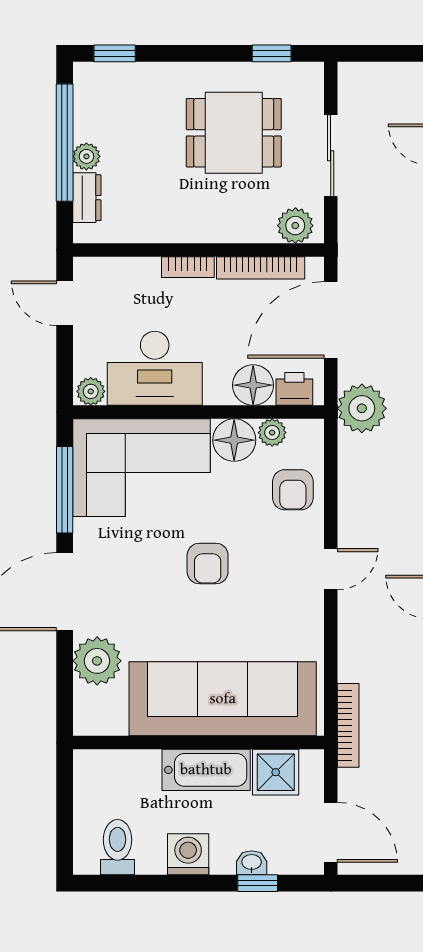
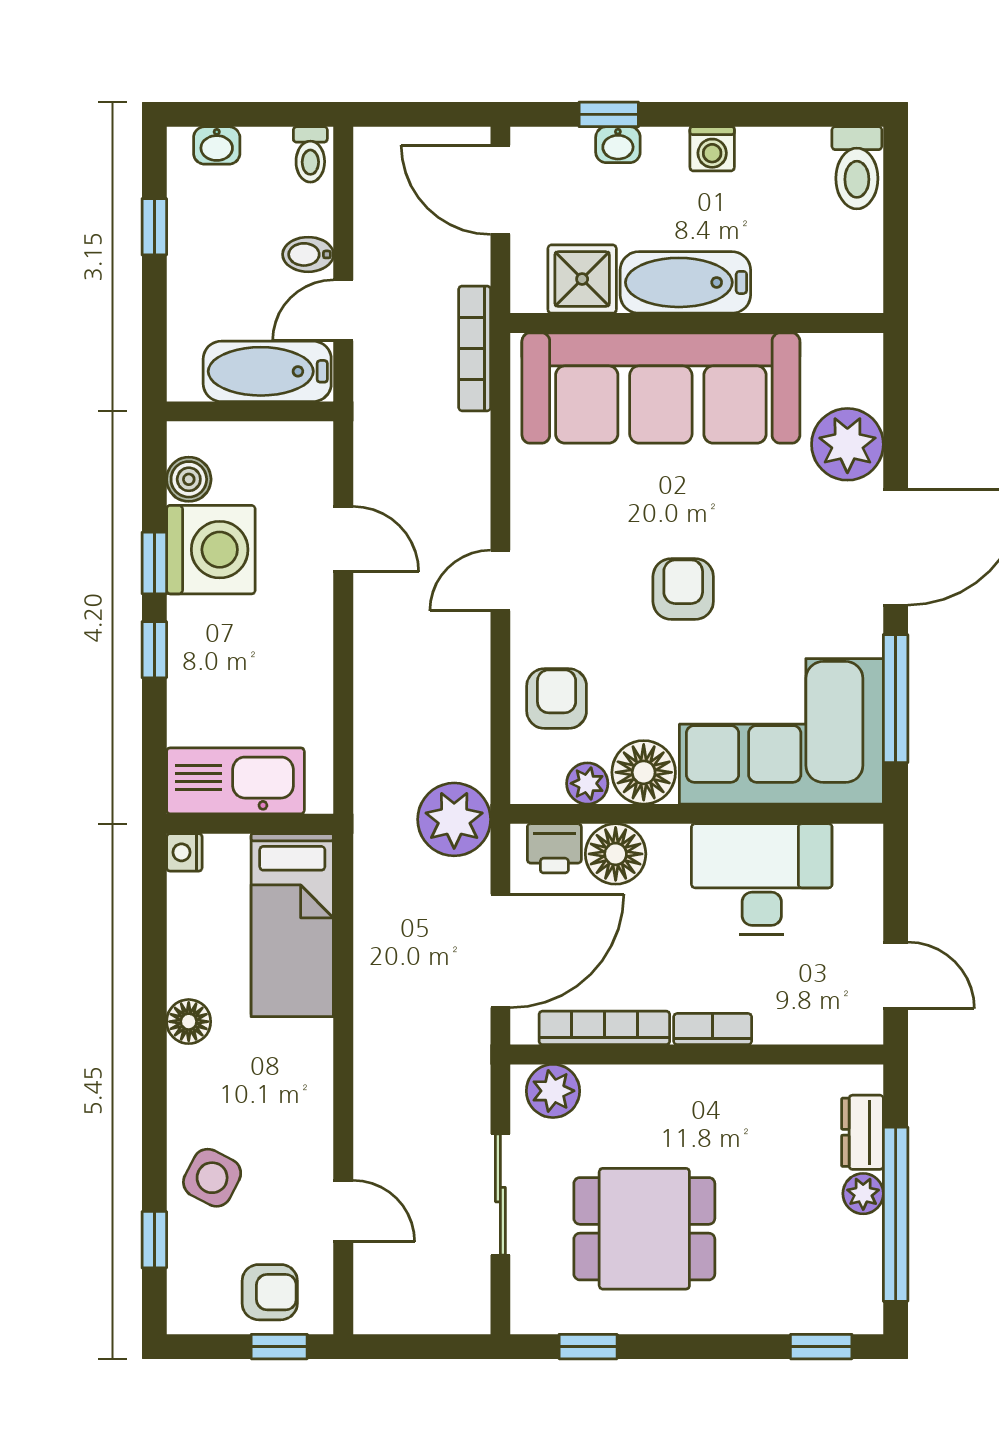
plant: (91, 391) -> (857, 845), removed
toilet: (118, 847) -> (857, 168), moved
washing machine: (188, 854) -> (712, 149), width x0.73, depth x0.73

